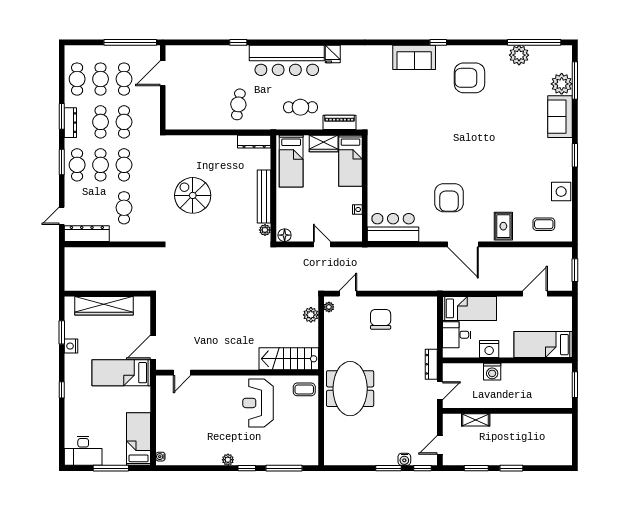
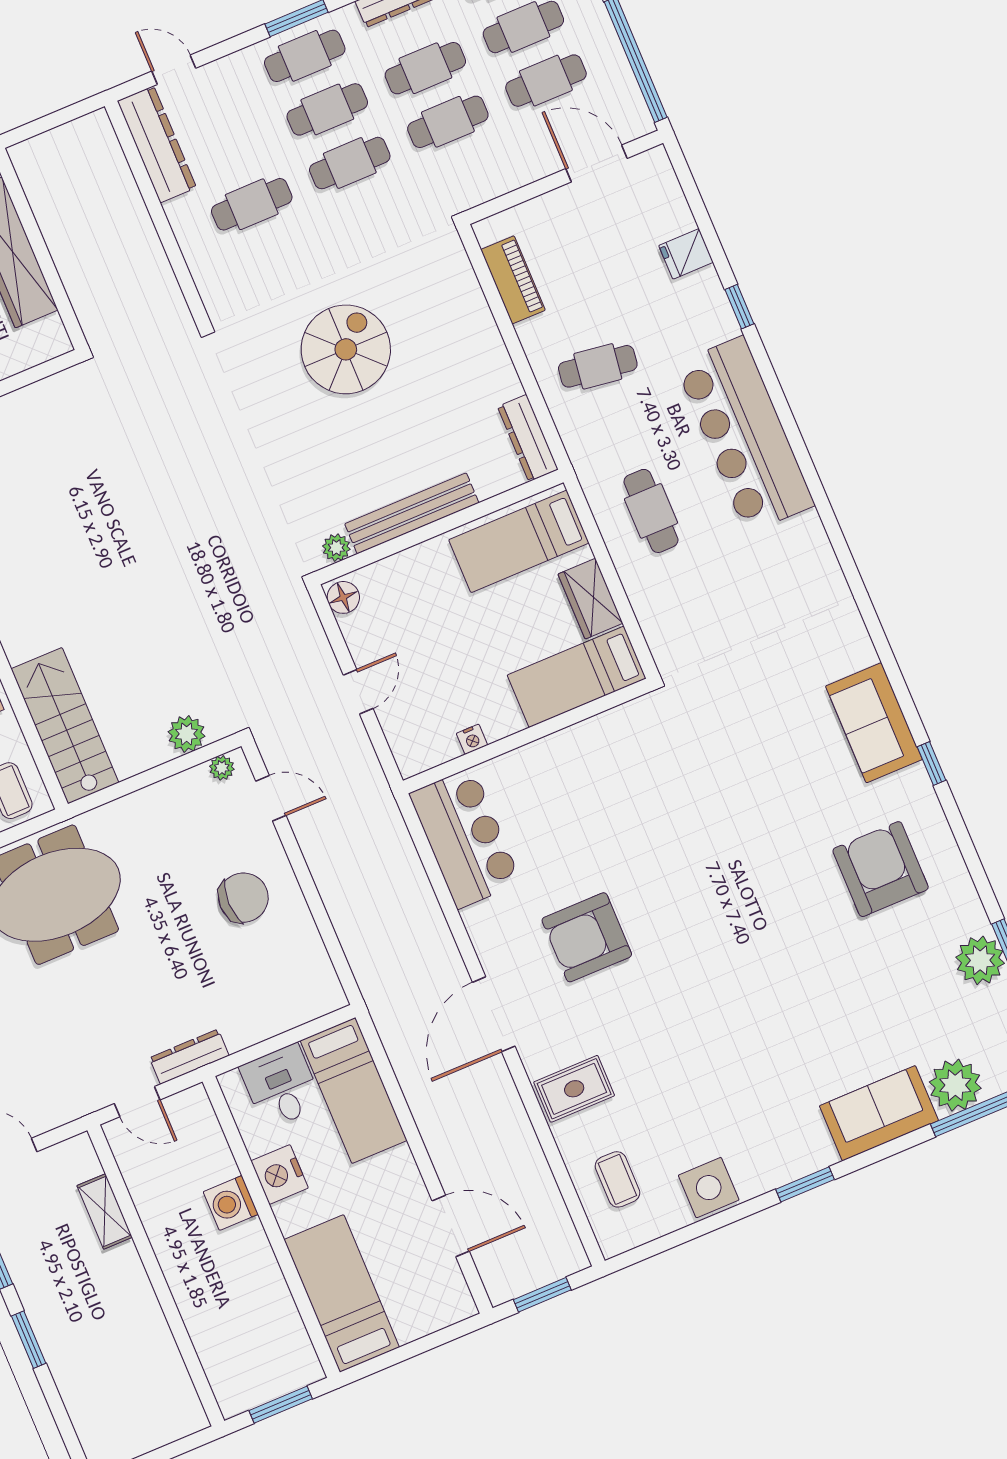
fridge: (333, 54) -> (686, 254), moved
piano: (340, 122) -> (513, 280), moved

